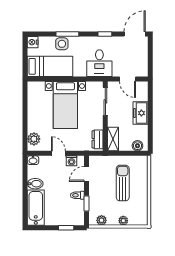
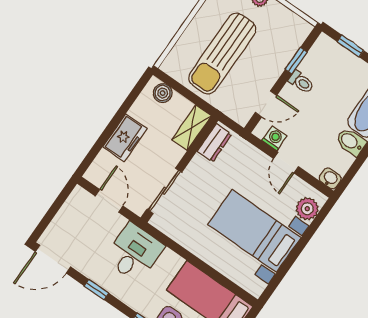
bed with nightstands: (65, 105) -> (254, 231), moved, turned -90
sun lounger: (123, 183) -> (222, 54), width x1.36, depth x1.34
plant: (101, 220) -> (291, 21), removed

